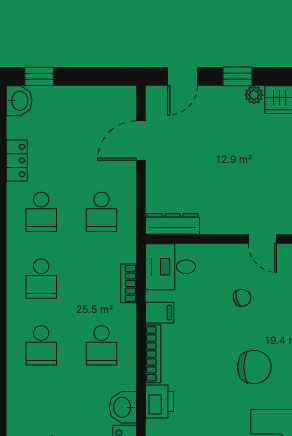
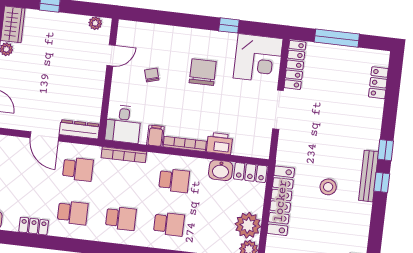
door: (141, 141) -> (44, 136), moved
dresser: (173, 224) -> (79, 129), moved, turned 90
bookcase: (129, 283) -> (124, 155), width x1.56

